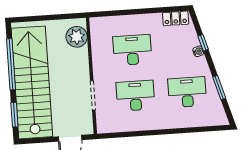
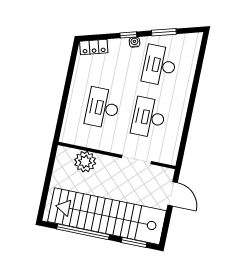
locker: (176, 18) -> (94, 47), moved, turned 74
plant: (77, 37) -> (85, 162), moved
window: (203, 43) -> (128, 35), moved
water cooler: (198, 51) -> (135, 42), moved

